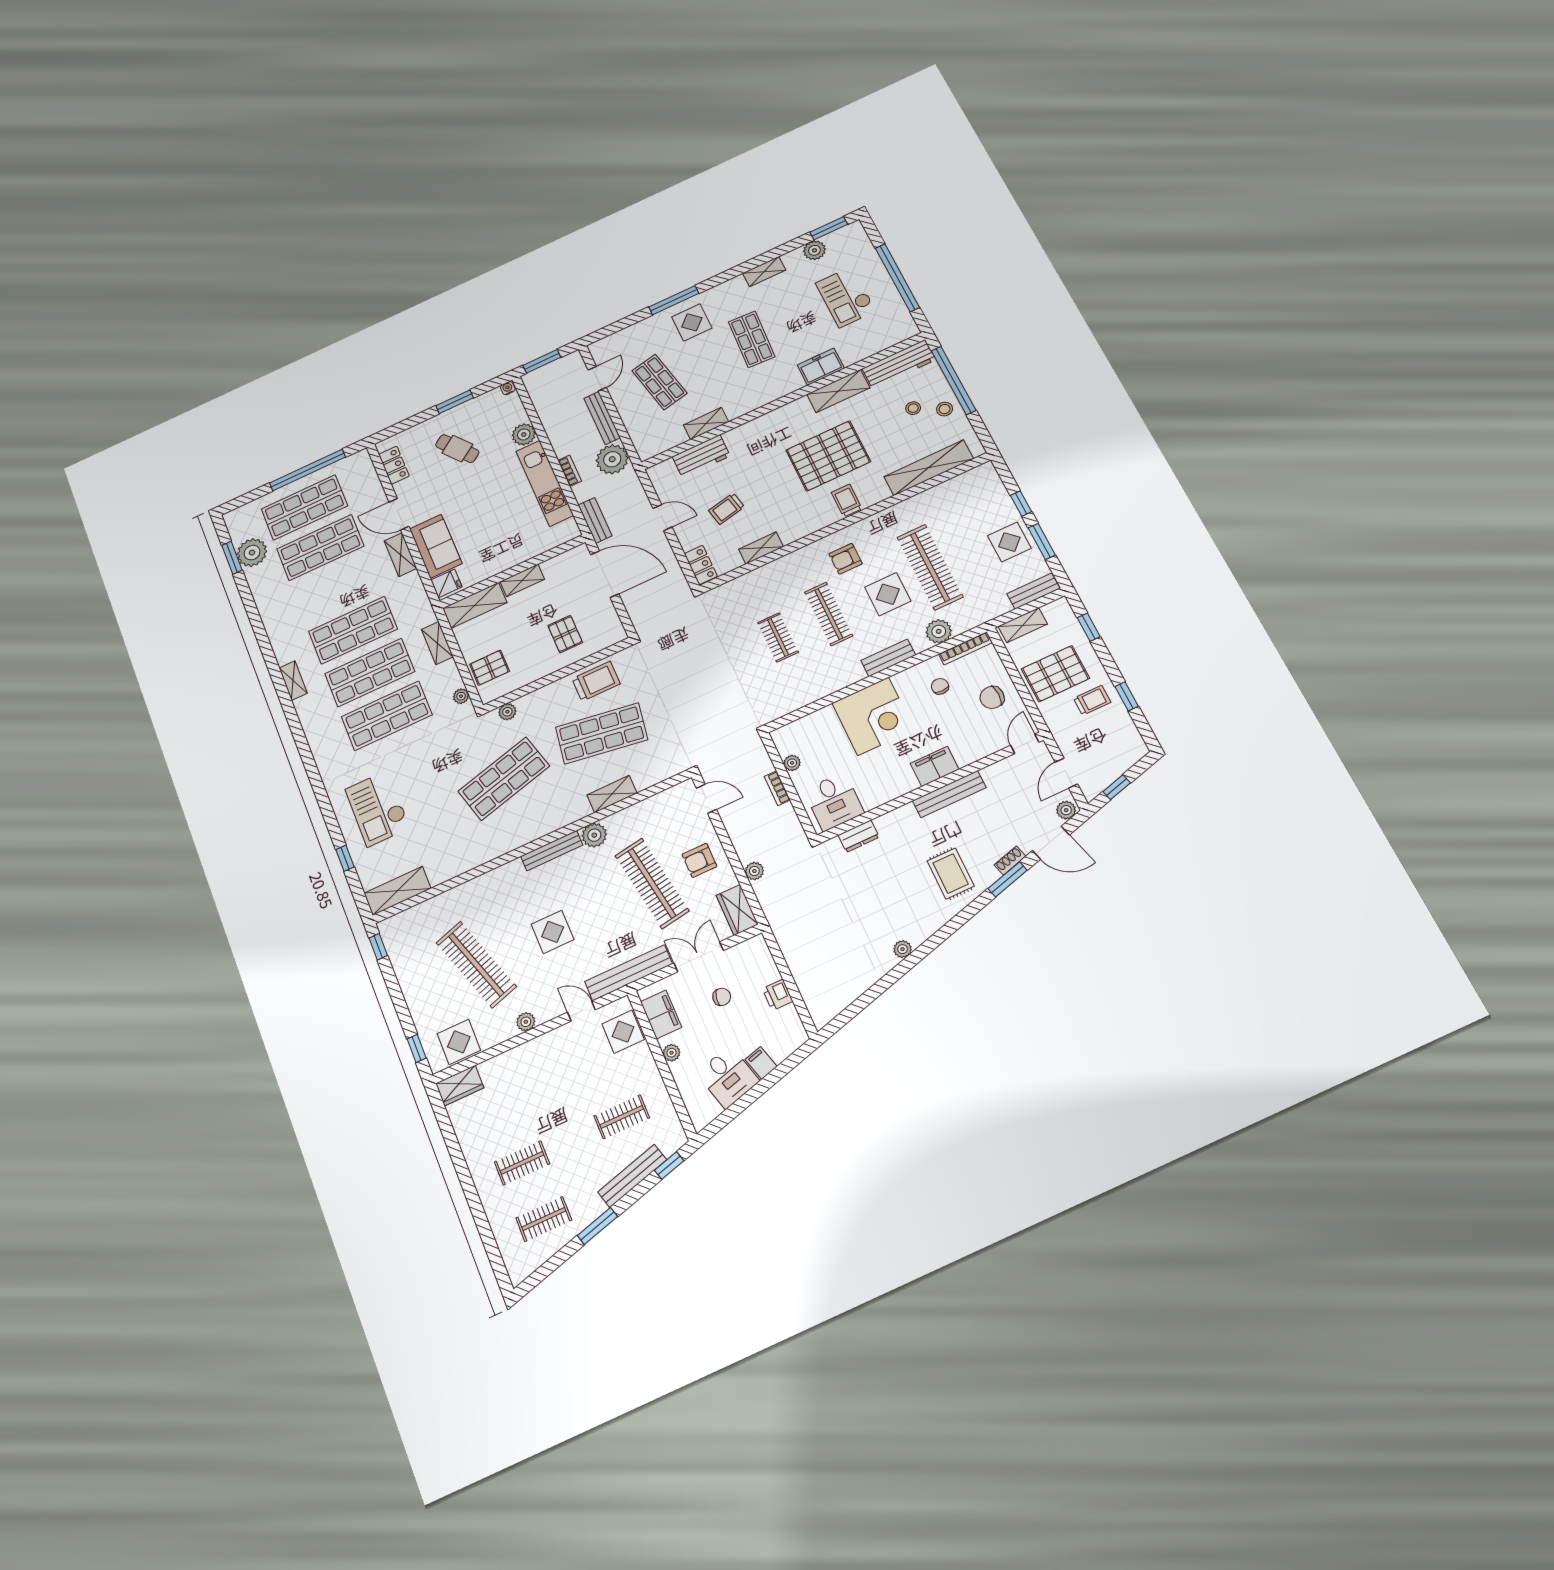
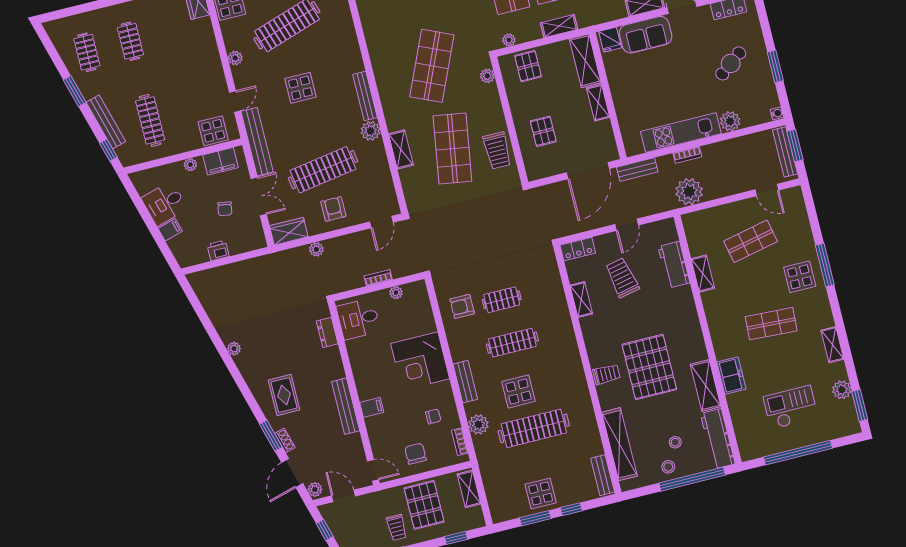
bench: (602, 418) -> (785, 152), moved, turned 90
trolley: (727, 509) -> (622, 278), width x1.36, depth x1.39
armchair: (846, 559) -> (462, 306), moved, turned -90
bench: (1033, 591) -> (603, 475), moved
pallet: (565, 634) -> (543, 131), turned 90
bookcase: (965, 648) -> (460, 442), width x0.64
filing cabinet: (935, 766) -> (372, 407), width x0.50
shop shelf: (504, 779) -> (432, 66), turned 39
rug: (951, 874) -> (284, 395), turned 90
clothes rail: (622, 1117) -> (150, 120), width x1.36

